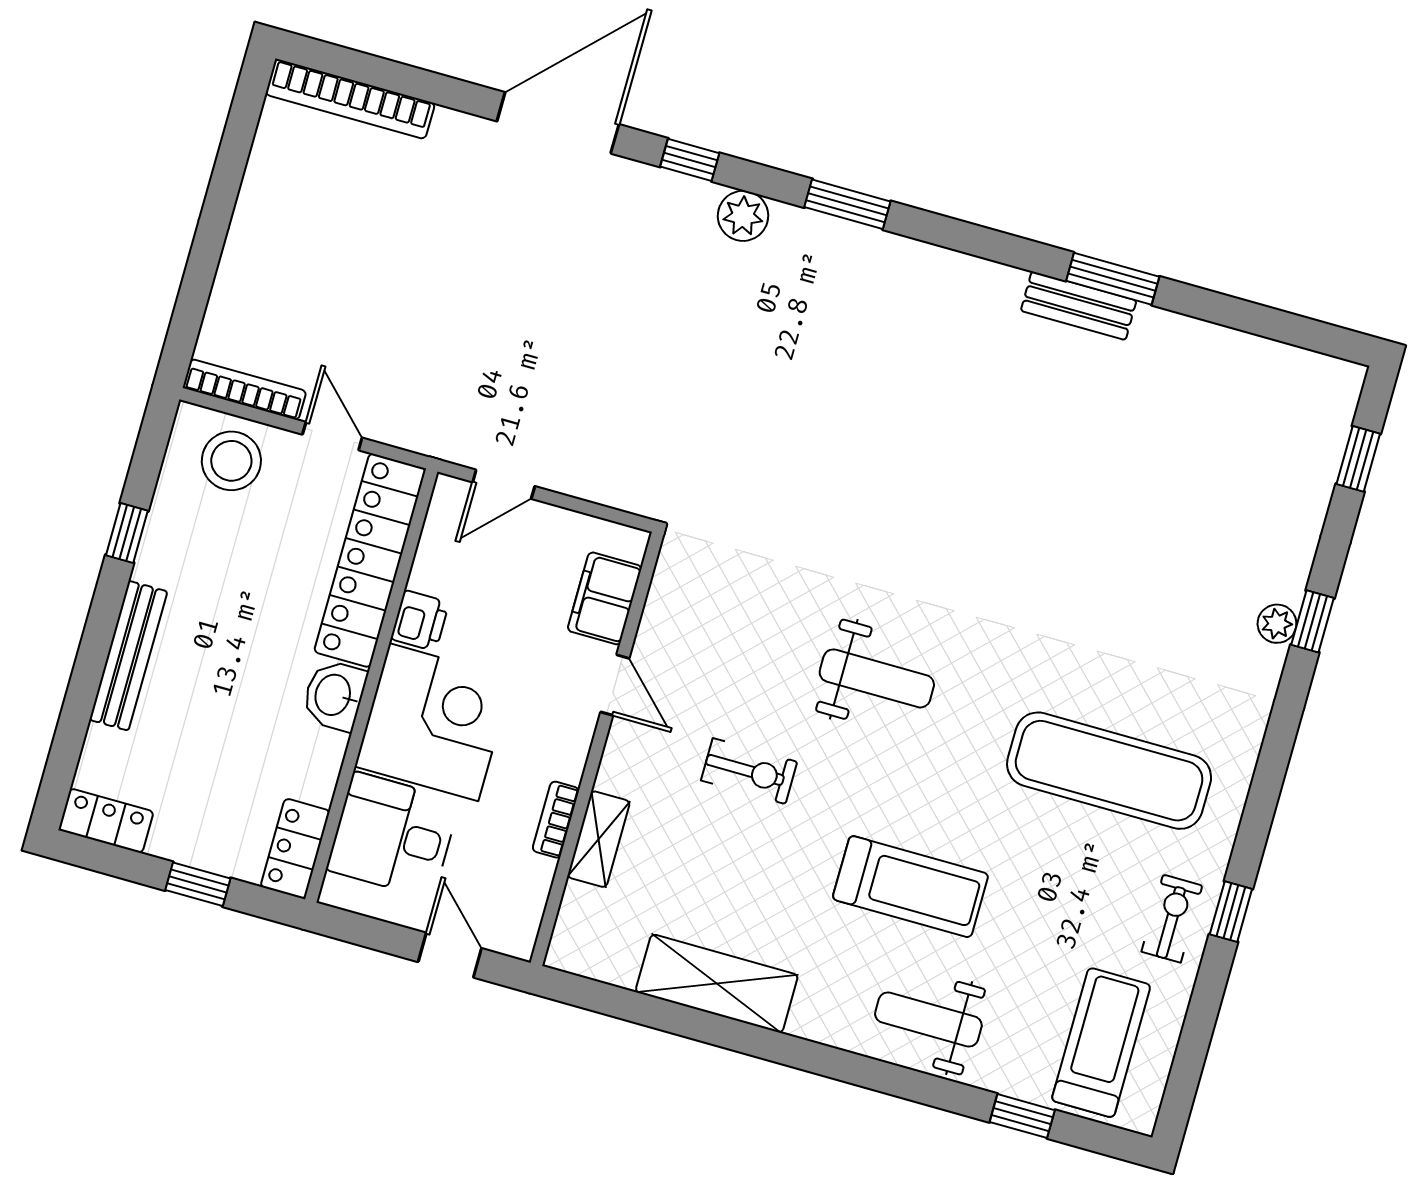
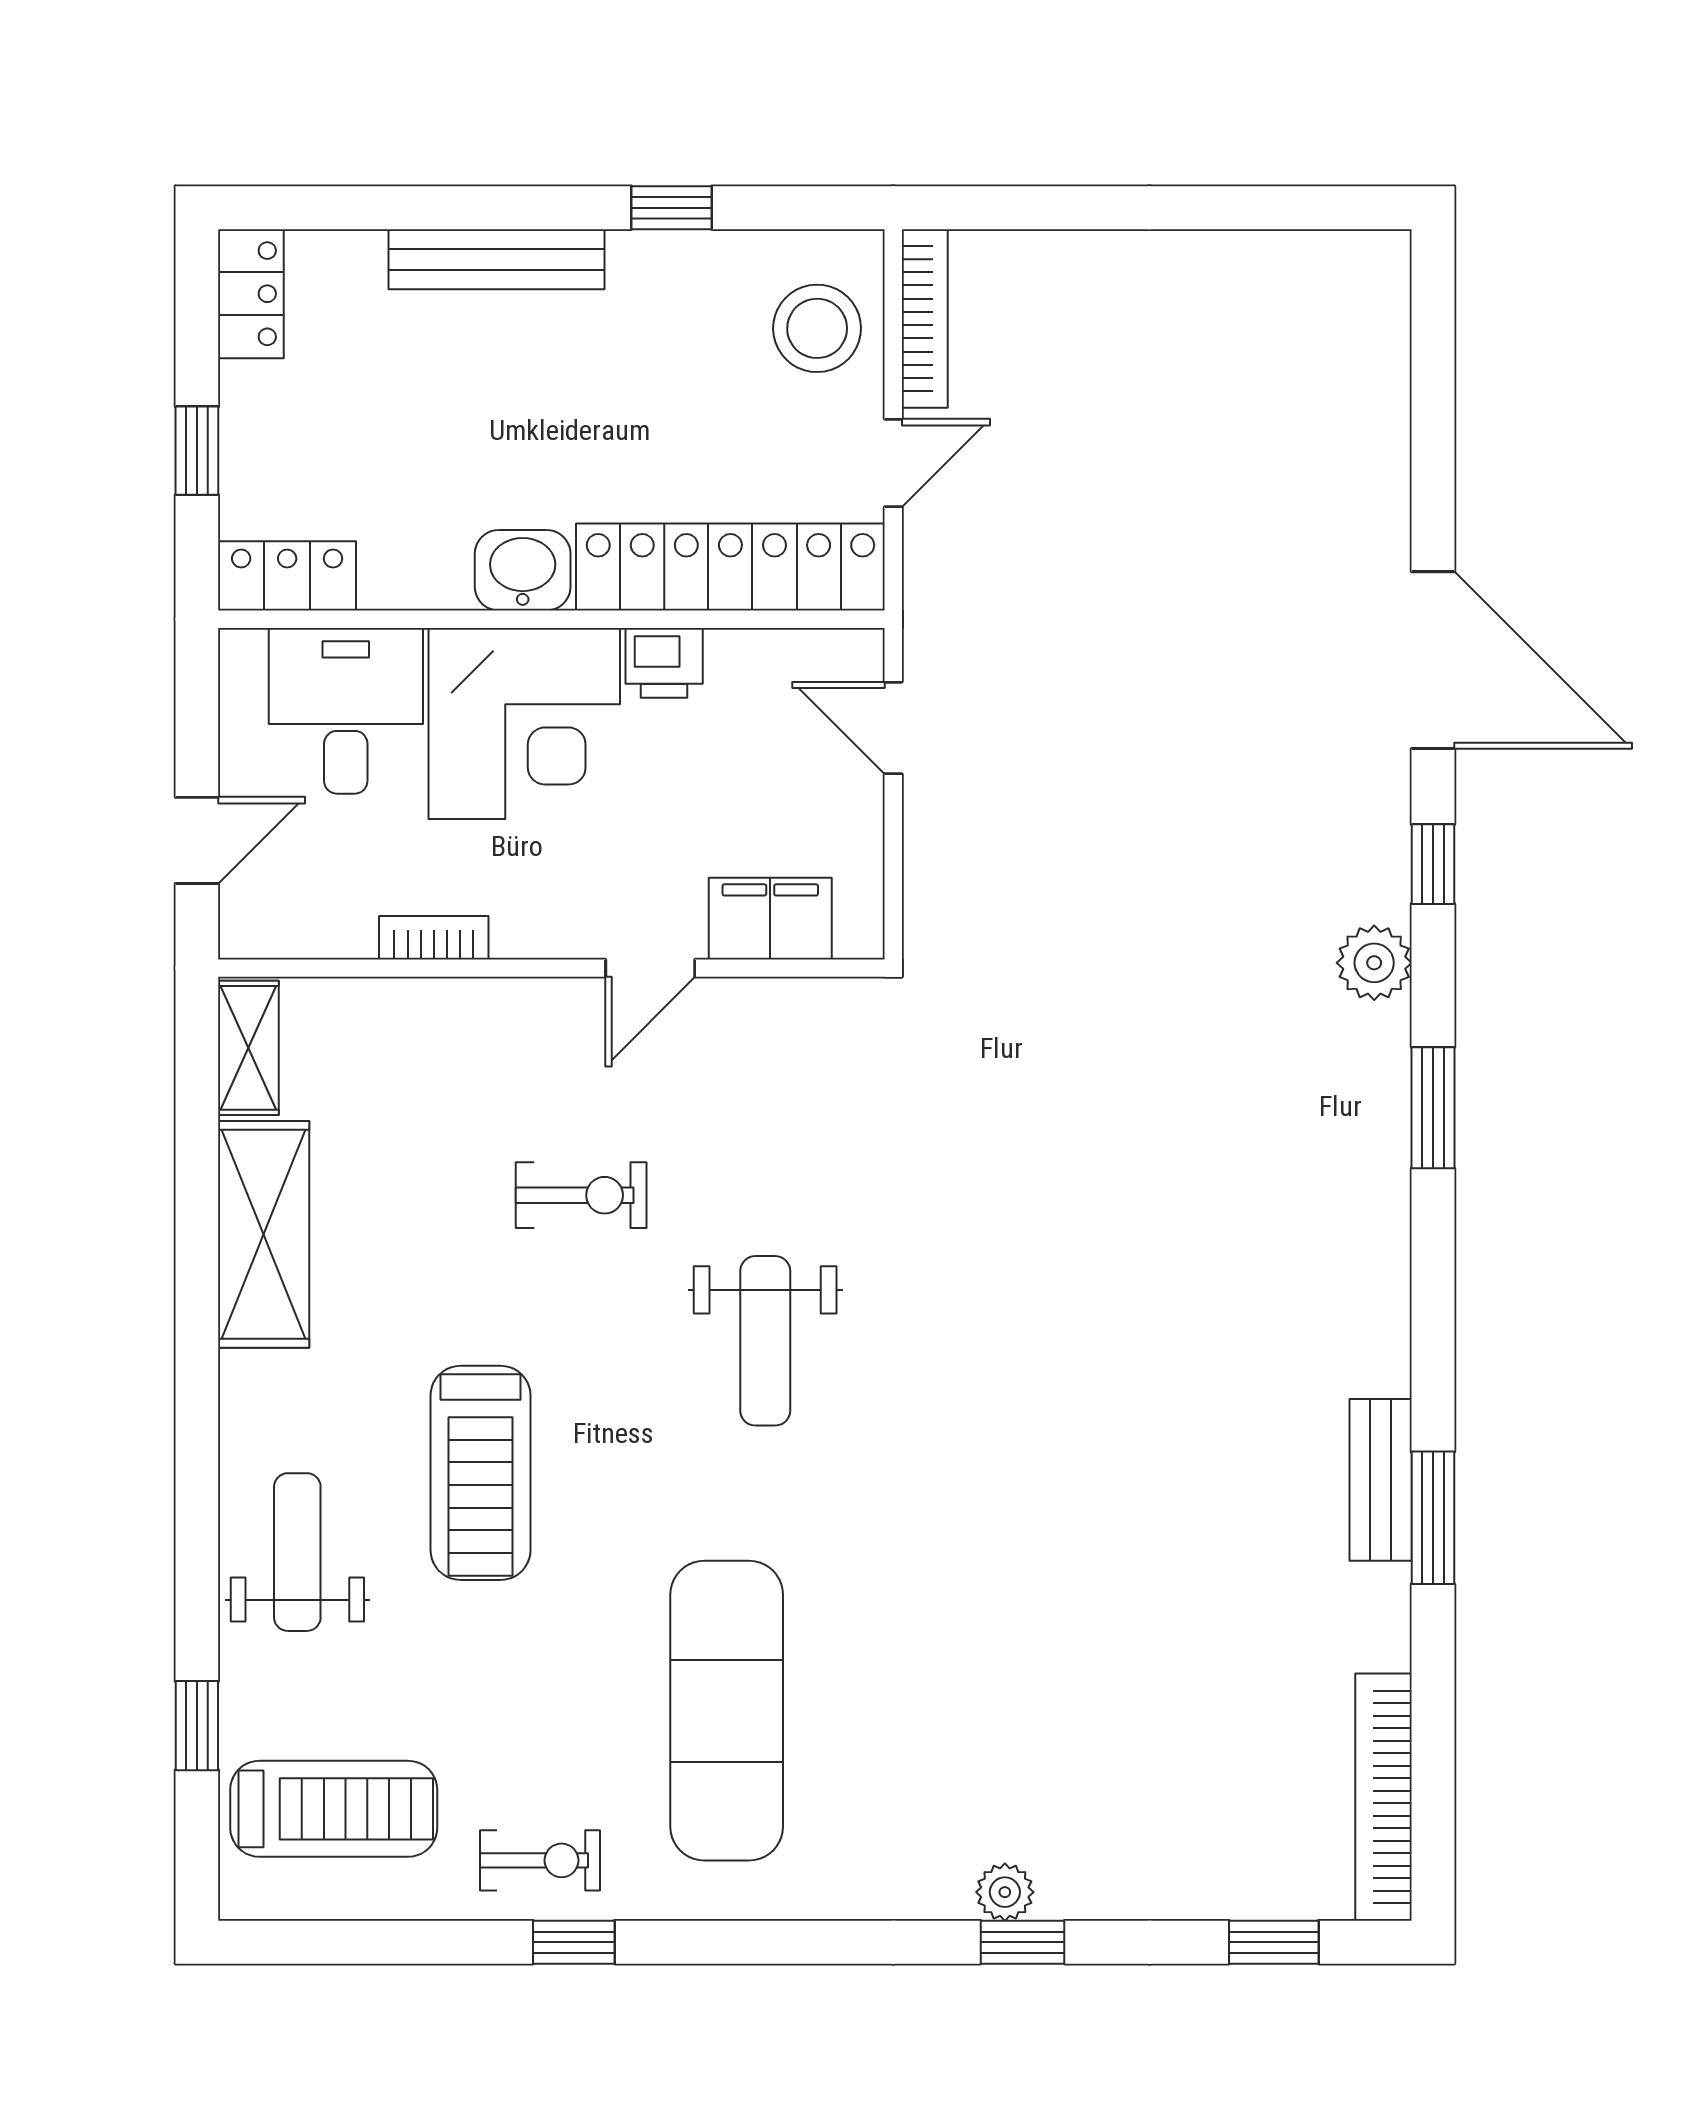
bookcase: (350, 99) -> (1384, 1797), moved
exercise bike: (749, 771) -> (581, 1195), turned -90
shelving: (599, 839) -> (248, 1048), moved, turned 90

